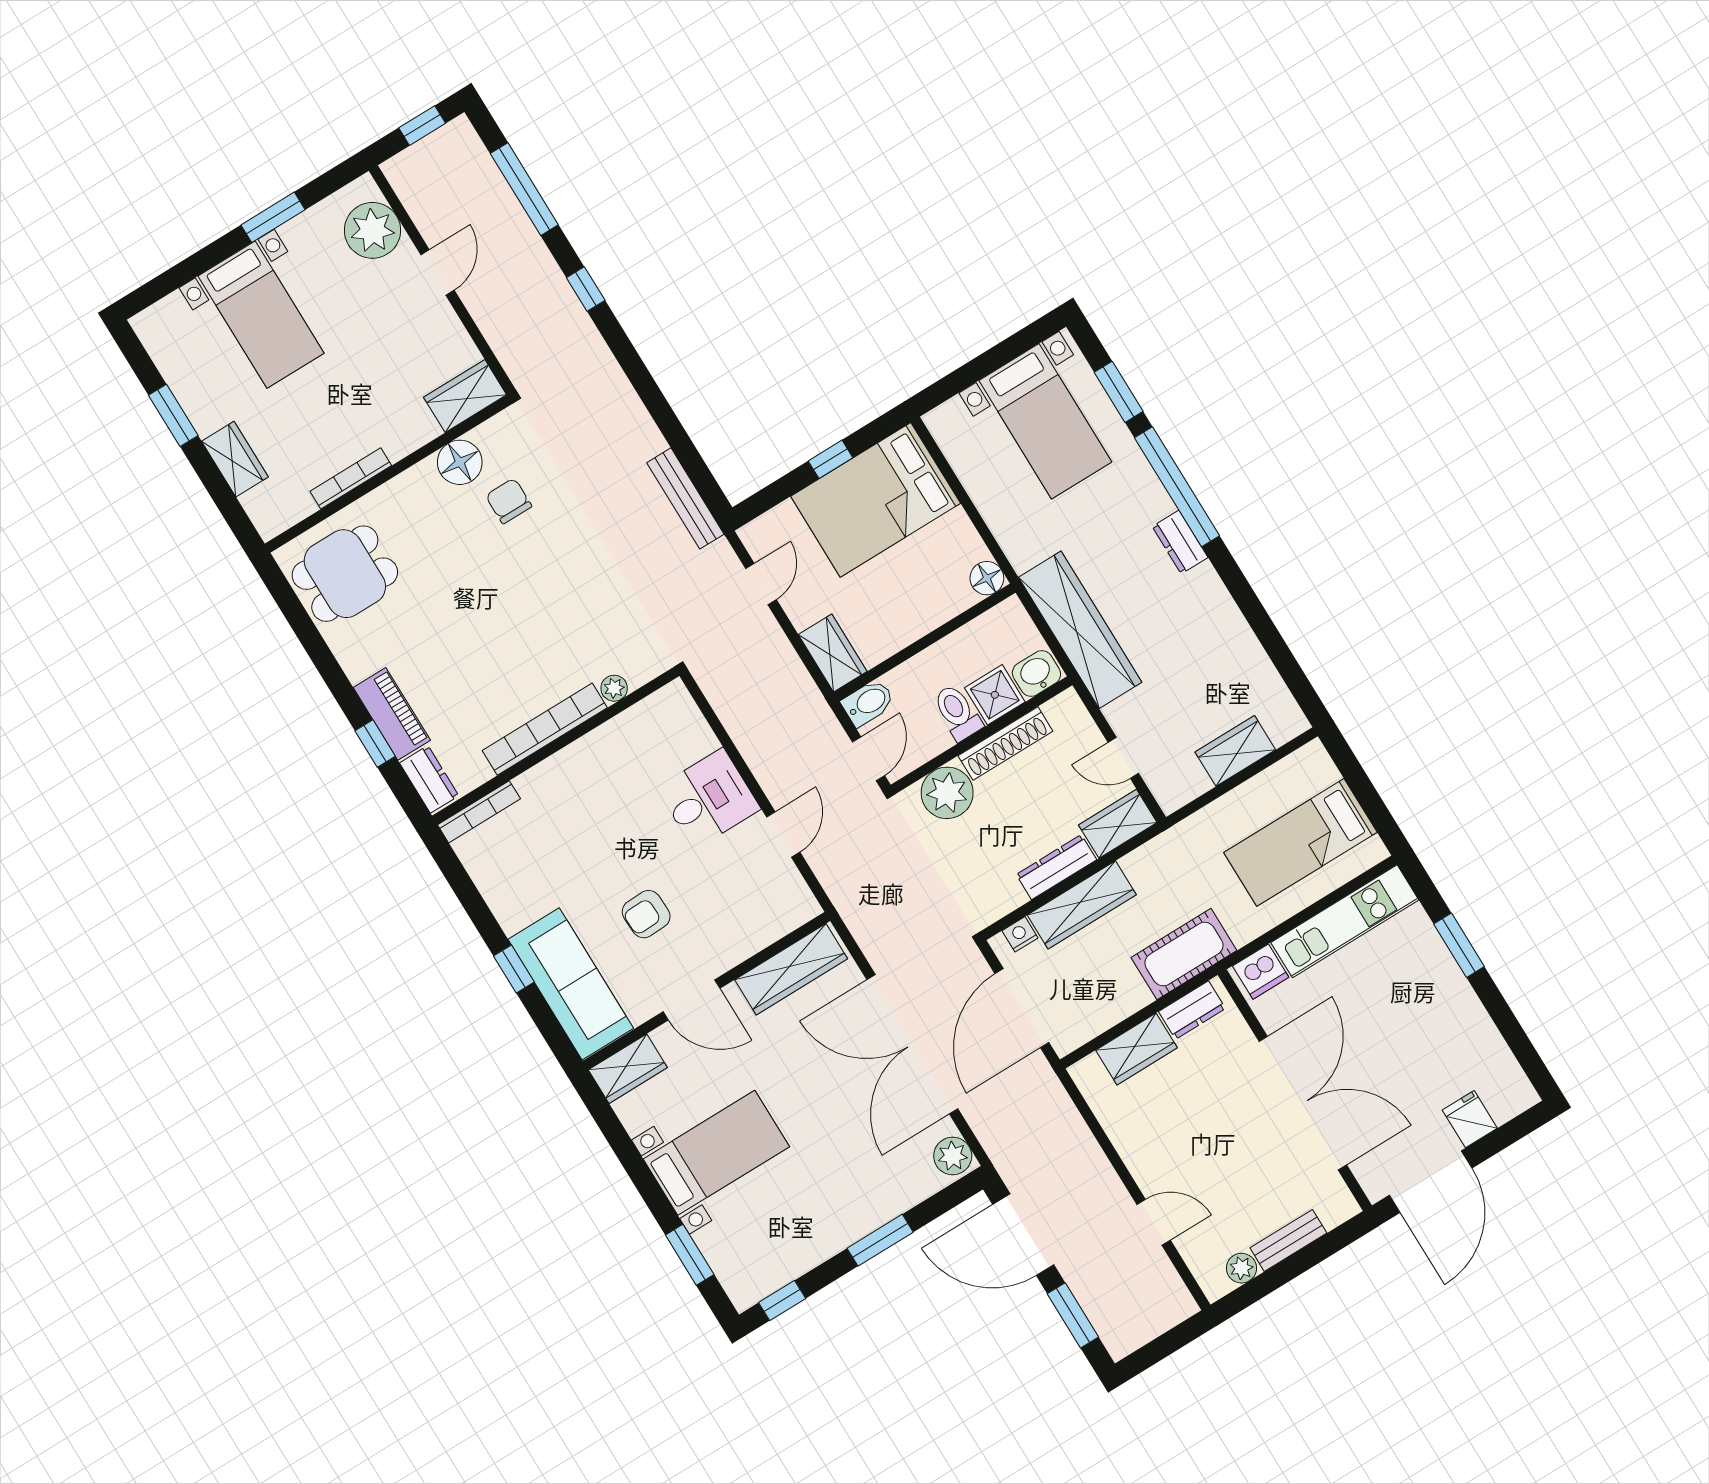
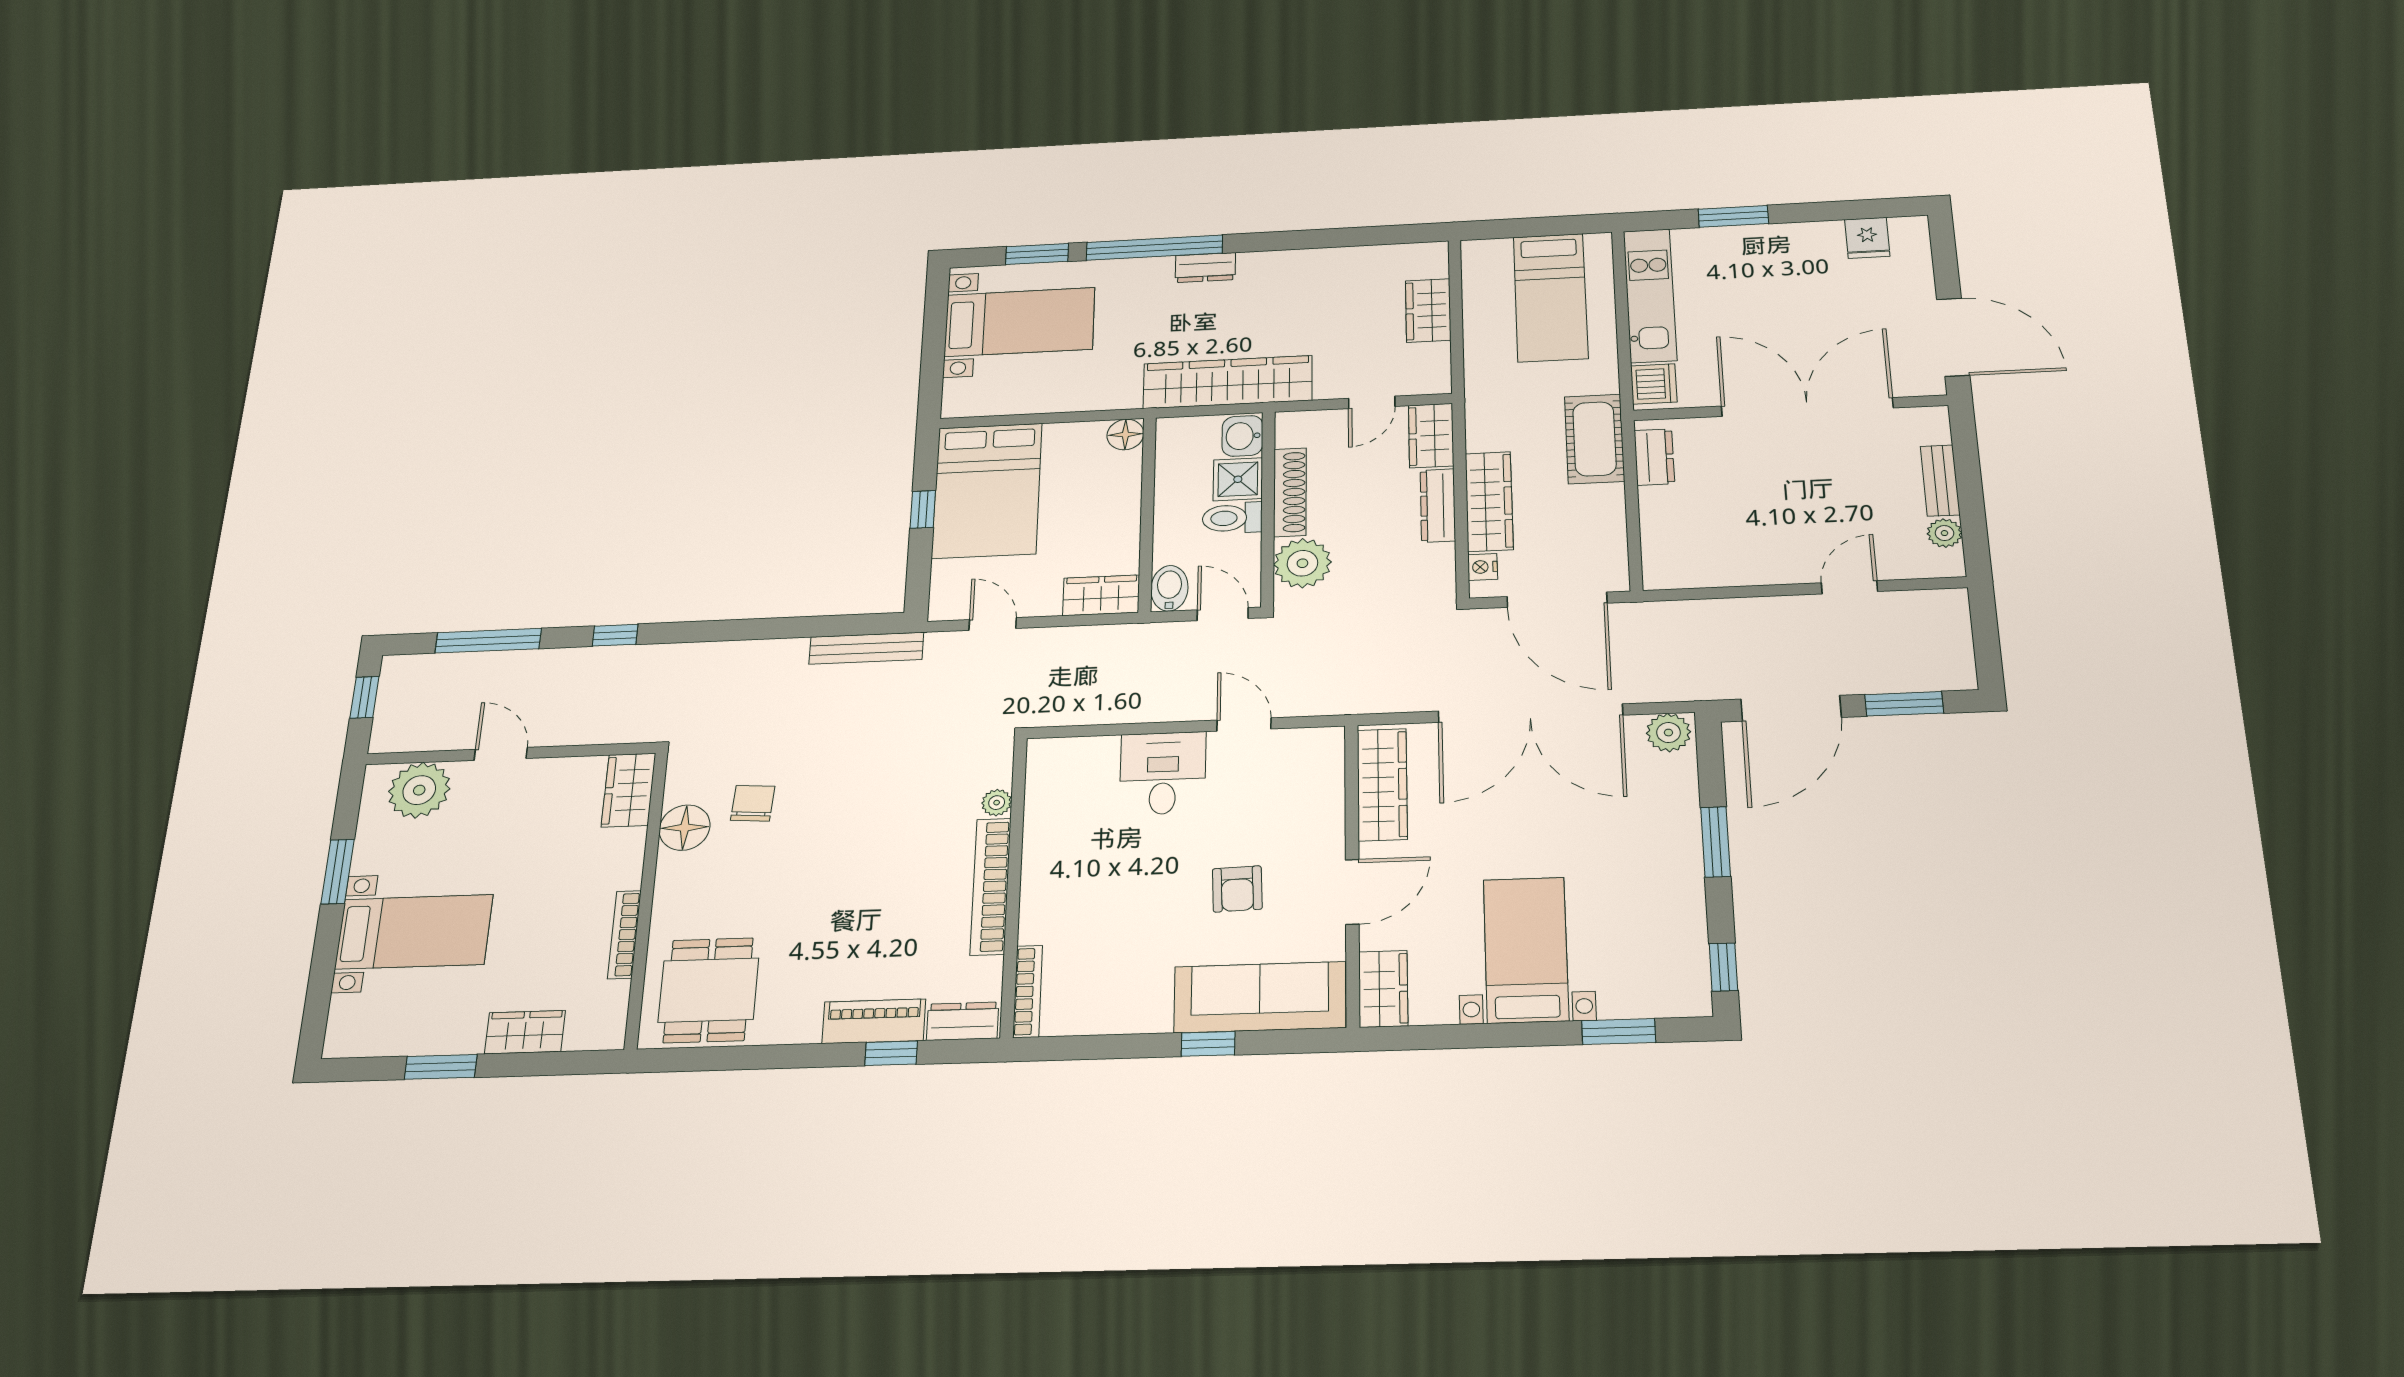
chair: (509, 501) -> (753, 803), turned 94
wardrobe: (1137, 1049) -> (1663, 521), removed
fridge: (1470, 1119) -> (1867, 238), moved, turned -90

